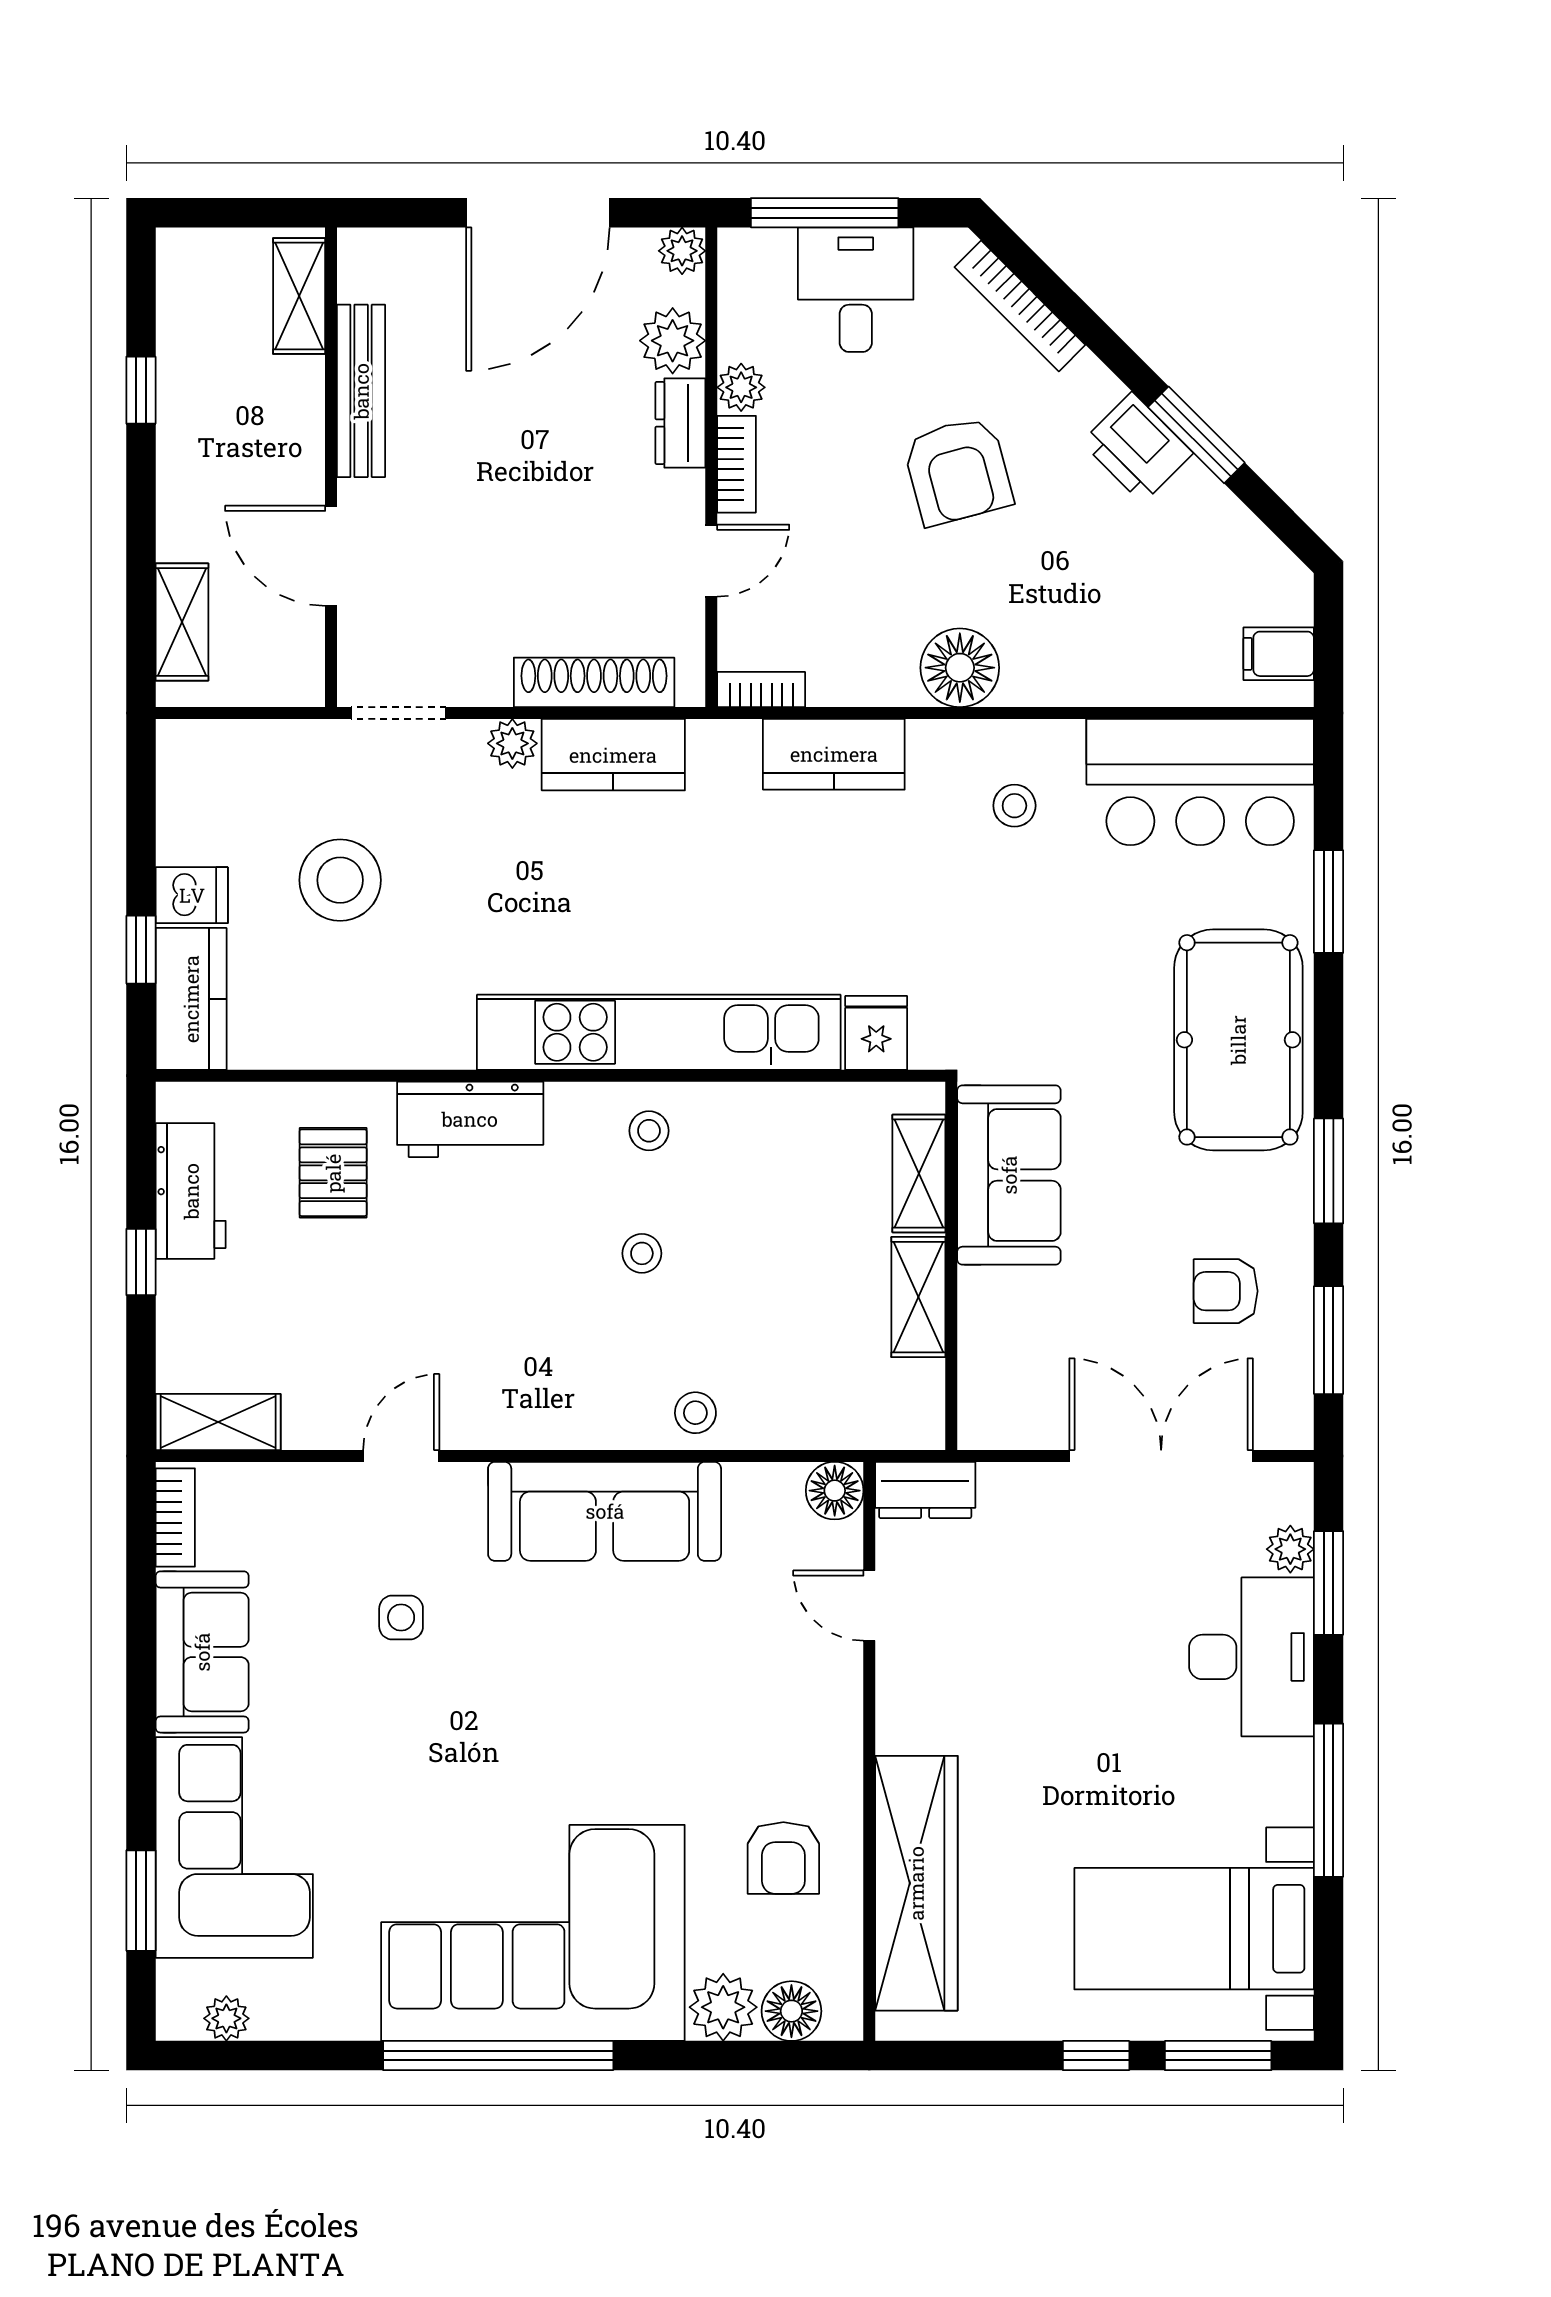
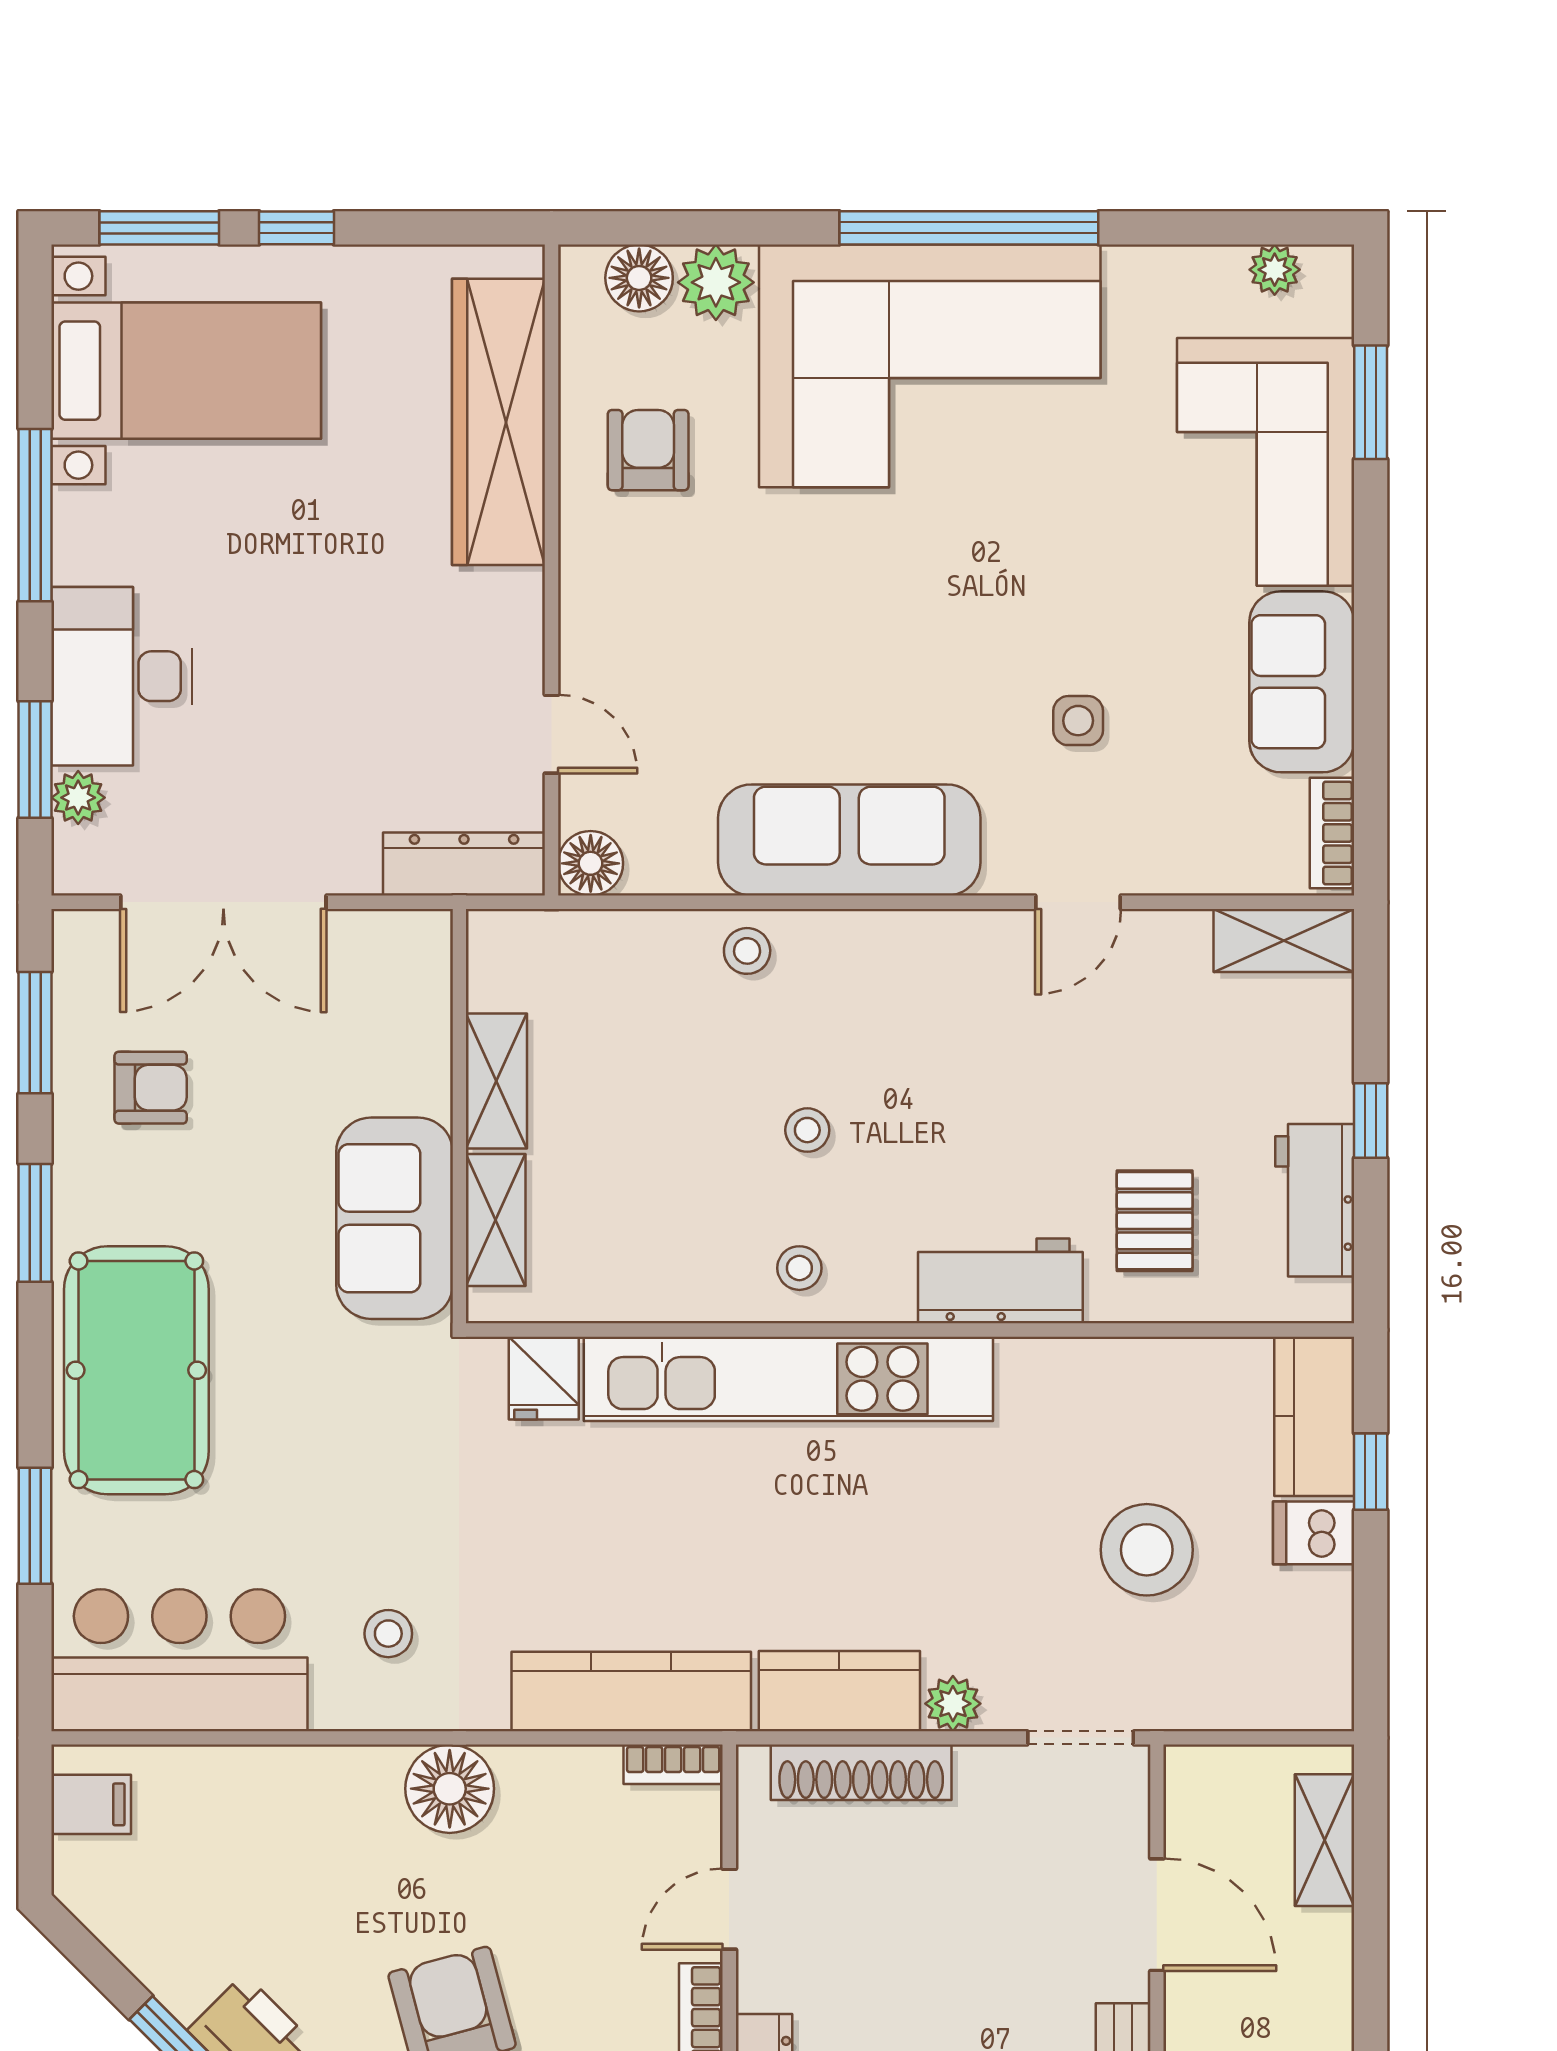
kitchen counter: (834, 754) -> (631, 1691), width x1.50
dresser: (925, 1490) -> (464, 864), width x1.44

